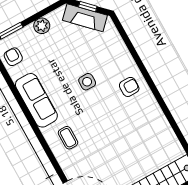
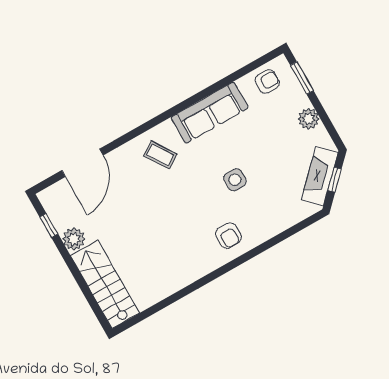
coffee table: (68, 138) -> (160, 155), turned 57

